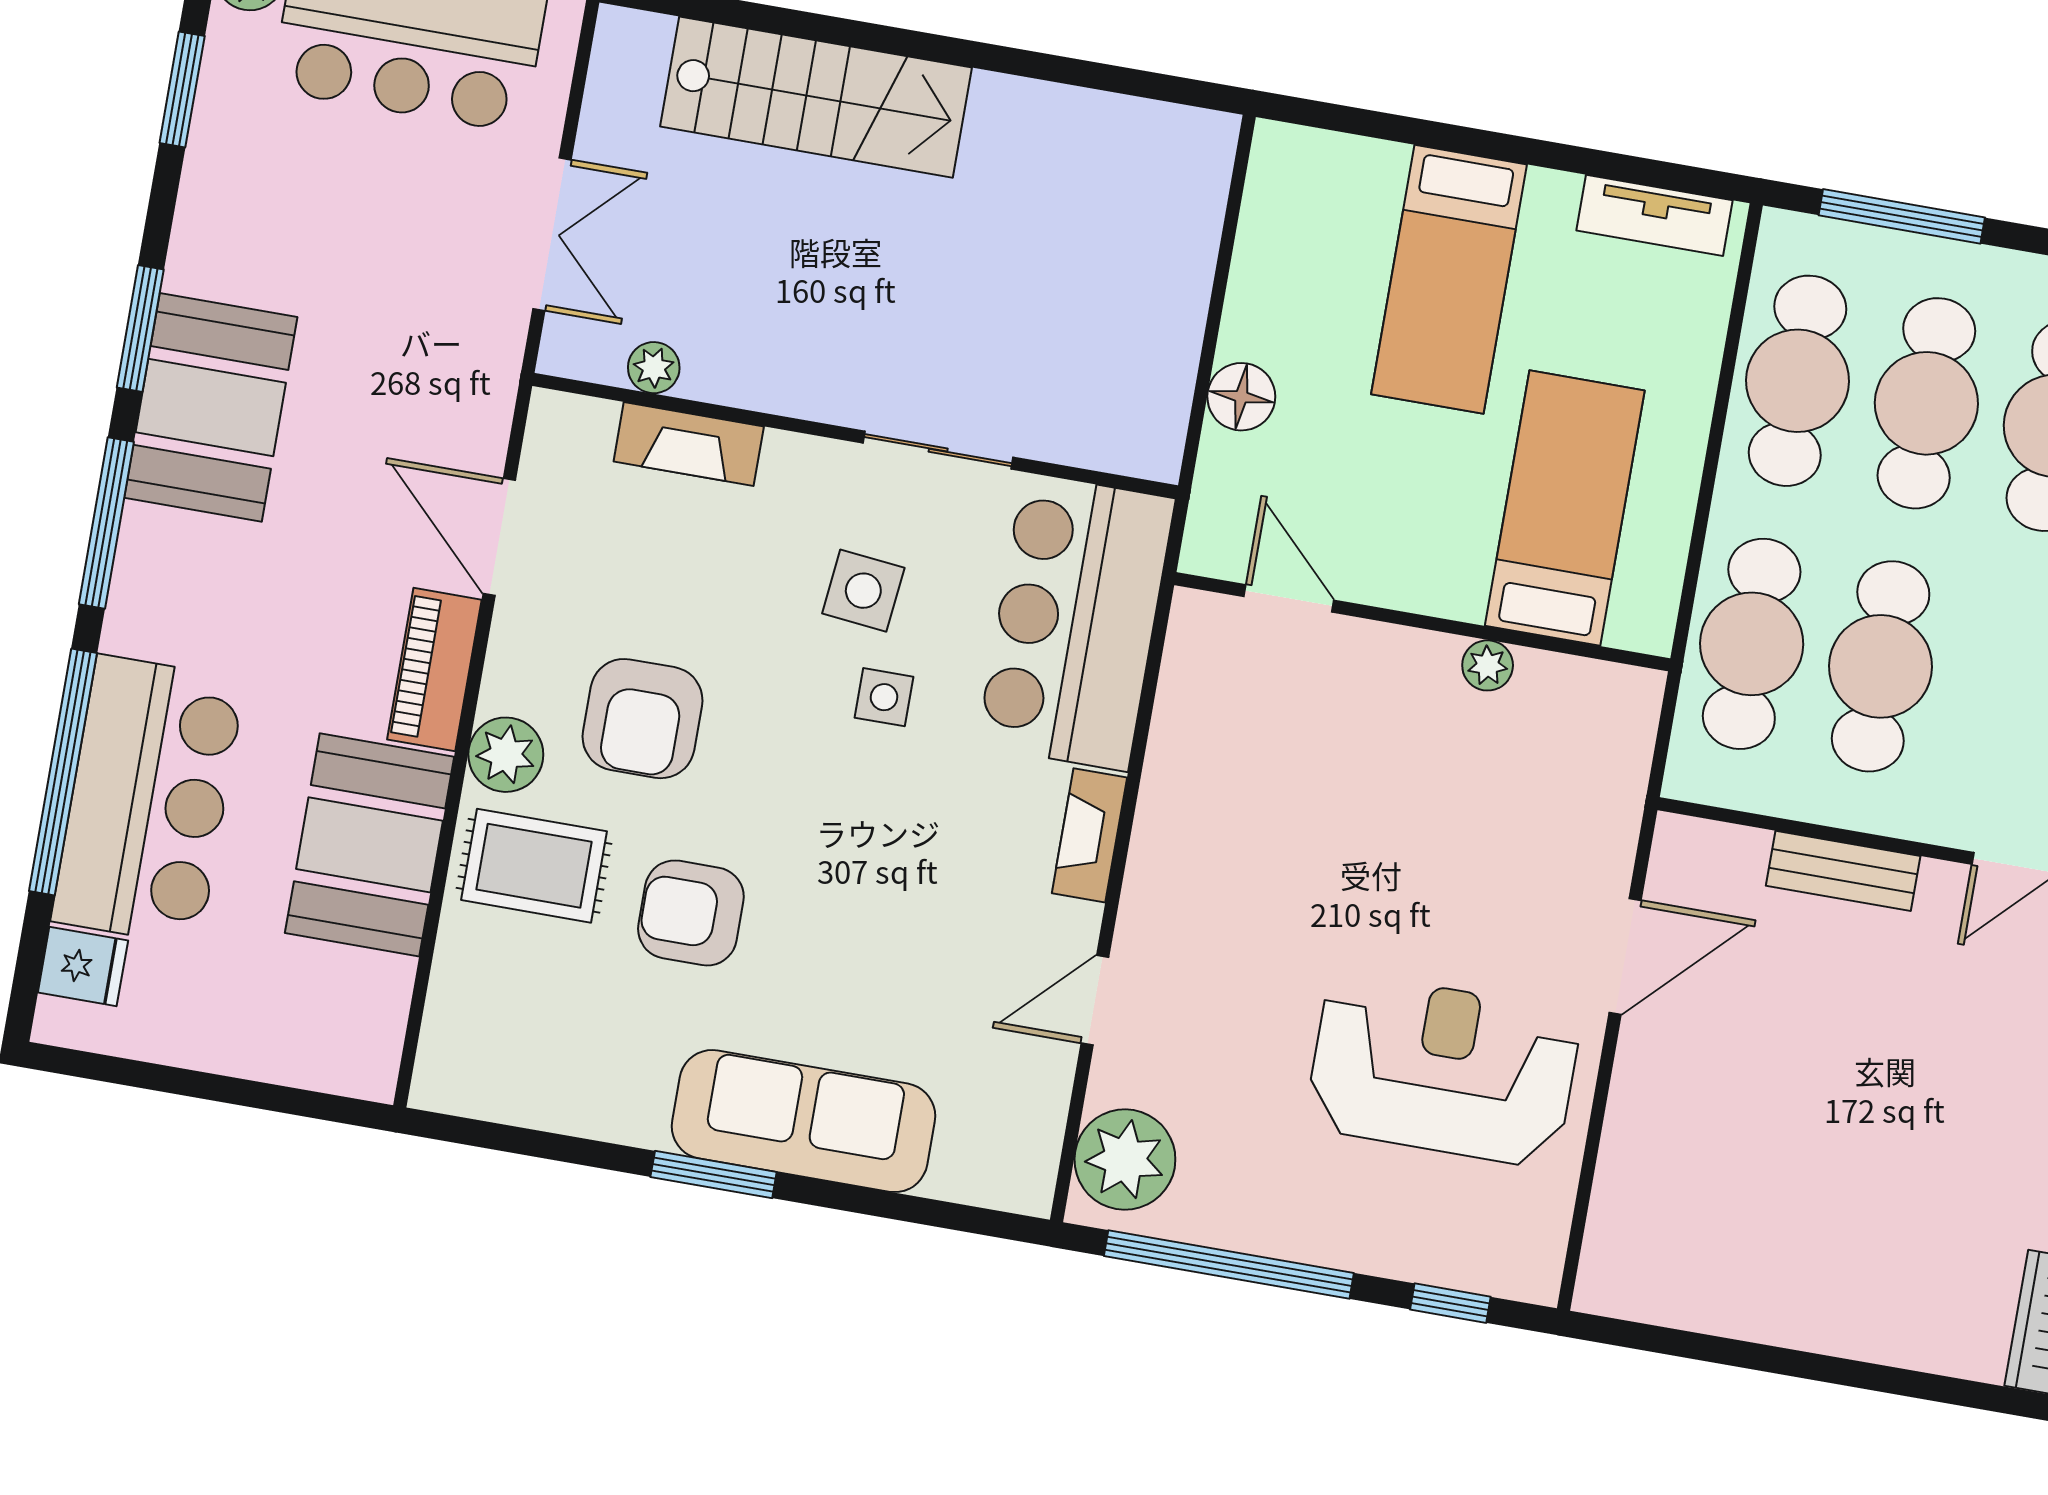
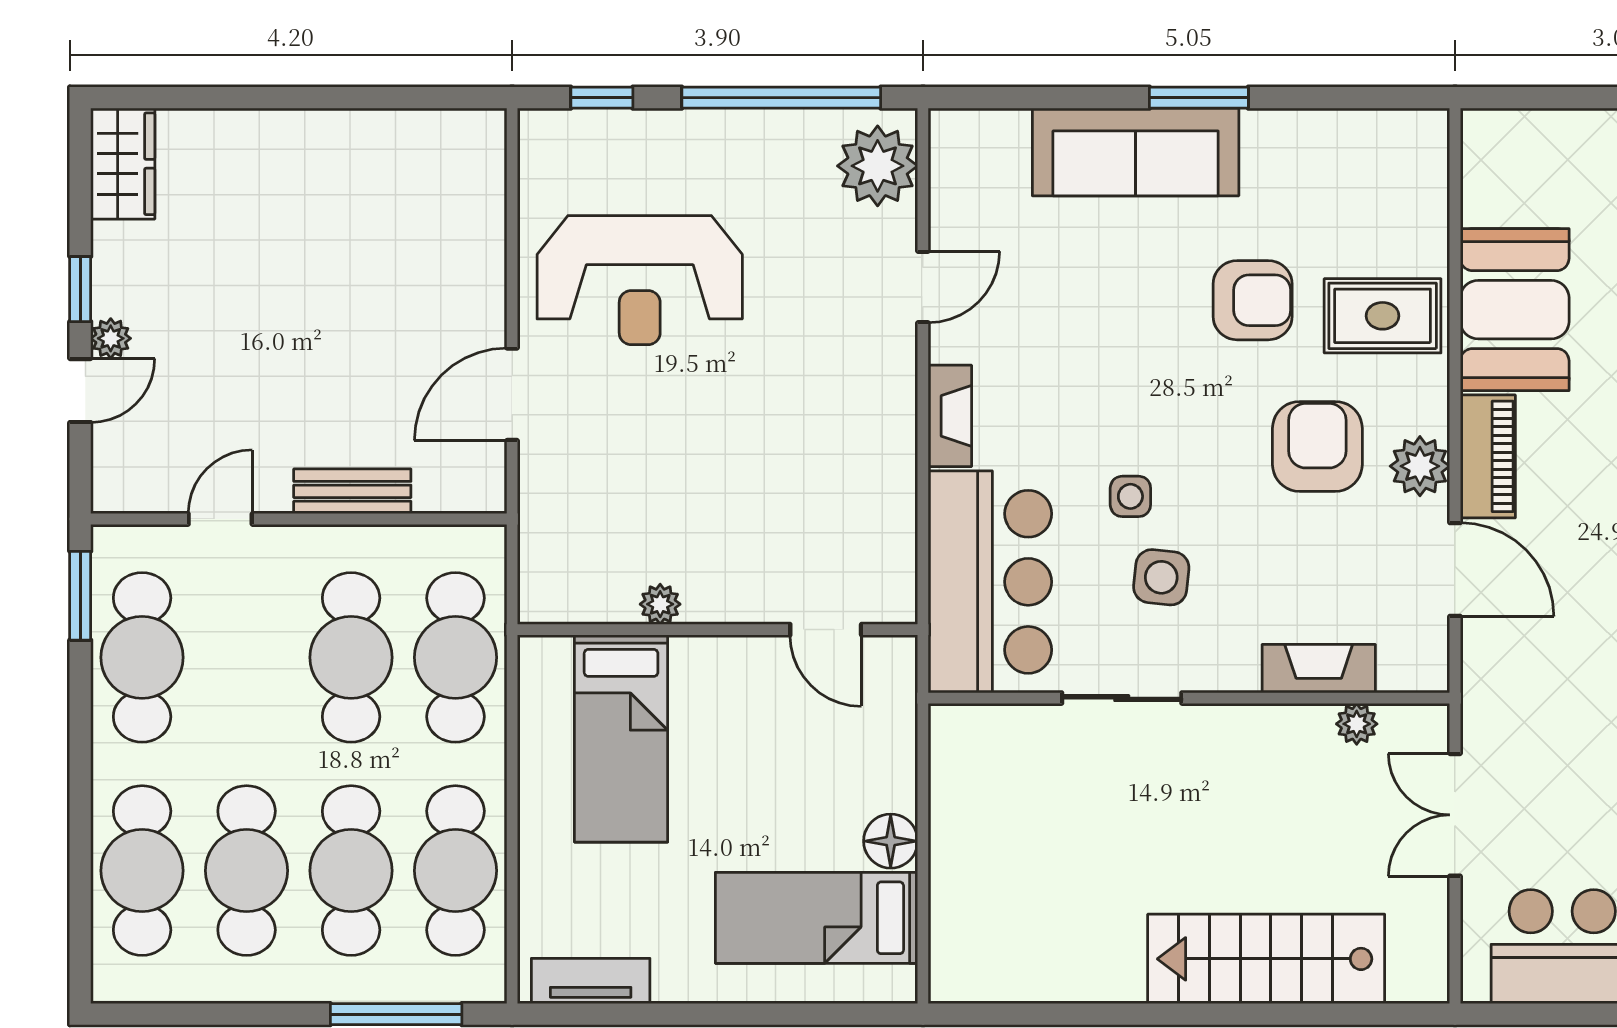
bed: (1449, 279) -> (817, 918), moved, turned -90
floor lamp: (1241, 397) -> (891, 841), moved
plant: (506, 755) -> (1420, 466), moved

